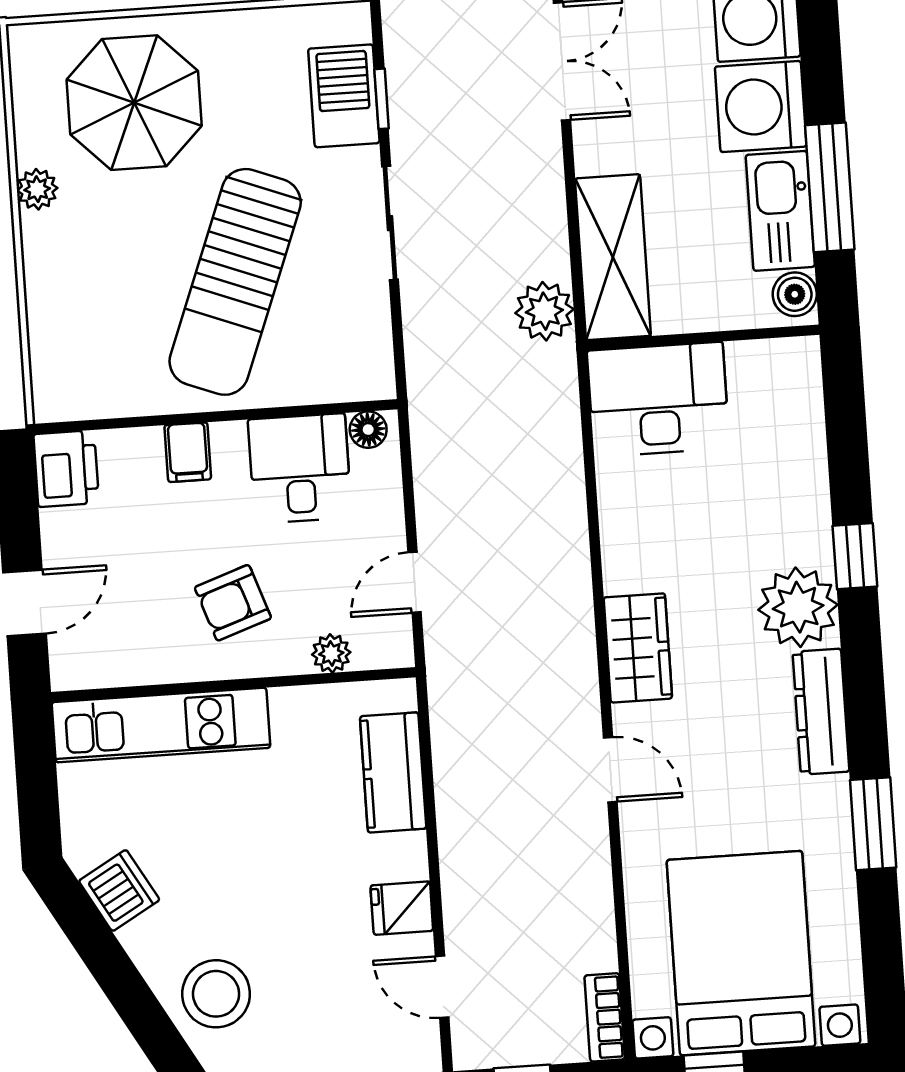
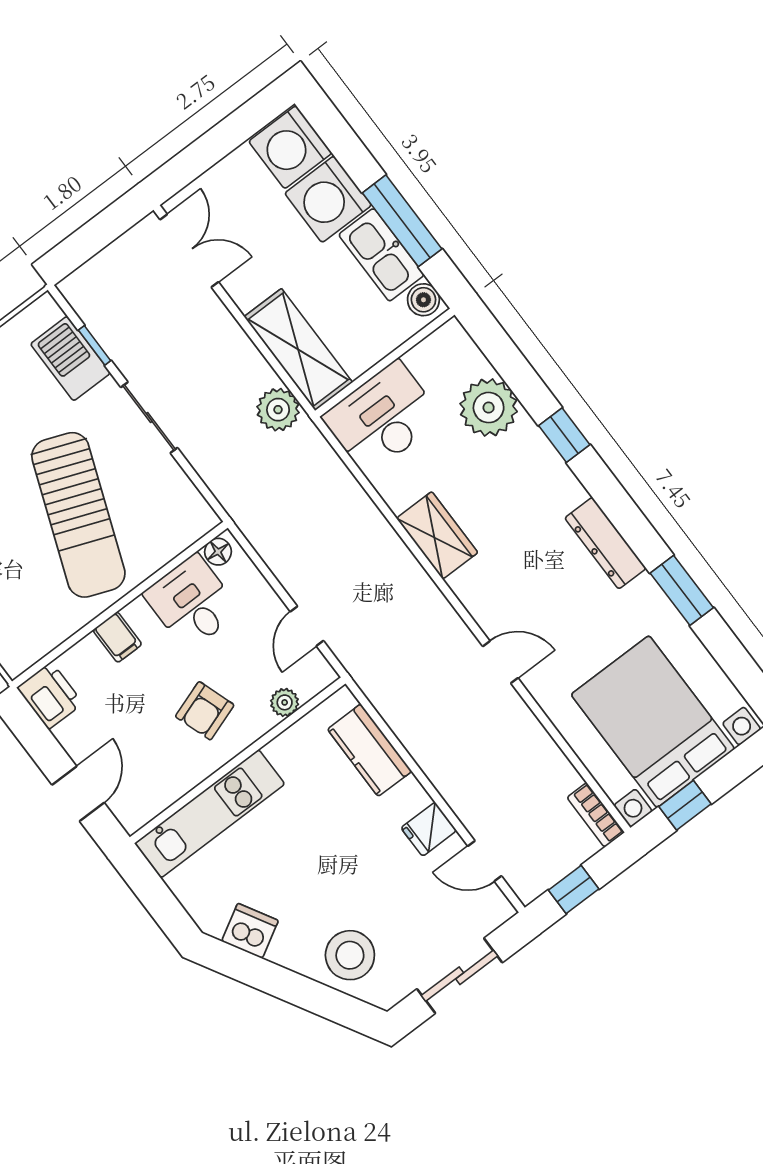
plant: (798, 607) -> (489, 408), moved
wardrobe: (638, 648) -> (437, 535), moved

